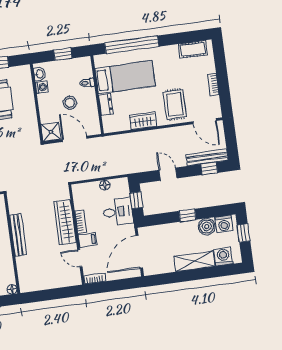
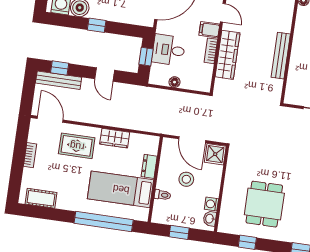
rug: (175, 104) -> (77, 146), turned 90

